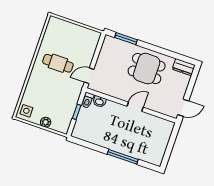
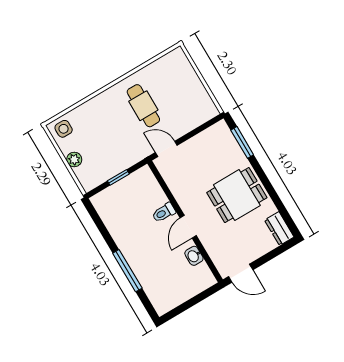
dining table: (147, 69) -> (237, 195), turned 90
toilet: (88, 100) -> (164, 213), moved
washbasin: (99, 102) -> (194, 256), moved
door: (135, 107) -> (188, 227), swing flipped

